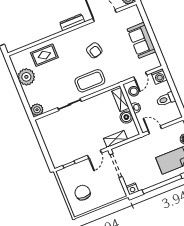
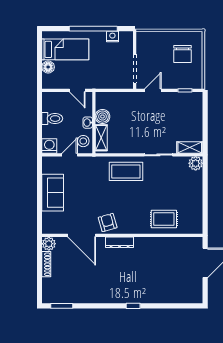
armchair: (94, 50) -> (108, 222), moved
plant: (26, 77) -> (193, 203), removed
shelving: (116, 139) -> (190, 147), moved
nightstand: (132, 189) -> (112, 36), moved

